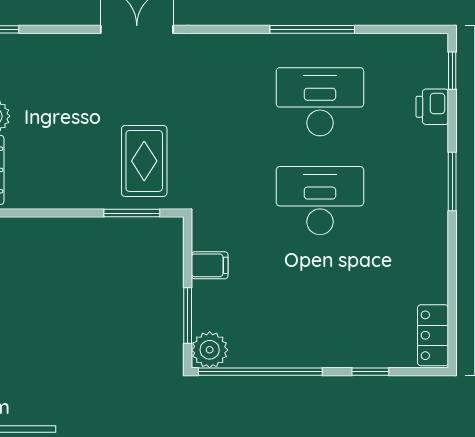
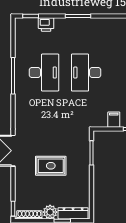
desk: (320, 102) -> (44, 73), turned 180
rug: (144, 161) -> (51, 166), moved

